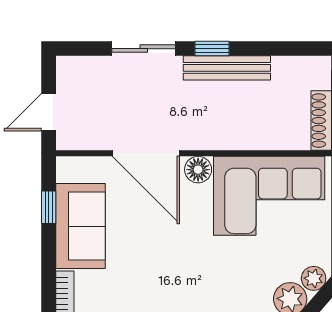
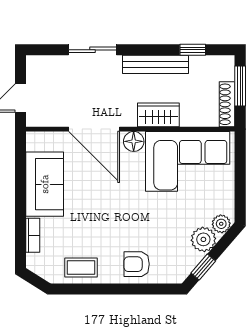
window: (212, 49) -> (193, 50), moved
wardrobe: (231, 135) -> (158, 115), added
window: (49, 207) -> (21, 170), removed

